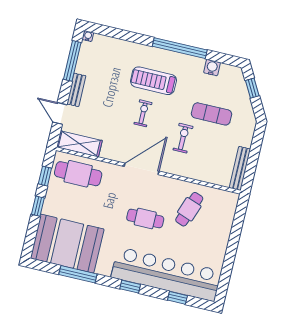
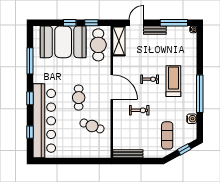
exercise mat: (212, 114) -> (167, 135), moved
booth: (67, 244) -> (63, 42), moved, turned 90

